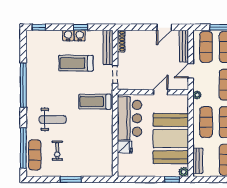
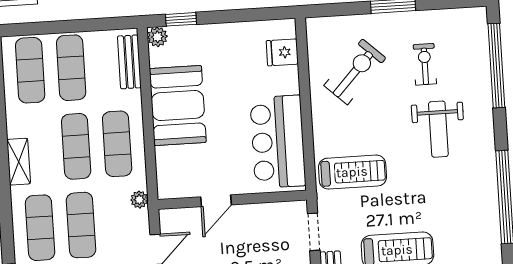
weight bench: (53, 119) -> (438, 129), turned -90
booth: (171, 139) -> (178, 106), width x0.73, depth x0.70
fridge: (125, 147) -> (282, 52), moved
exercise bike: (91, 149) -> (355, 72), added
exercise mat: (35, 155) -> (471, 53), removed

